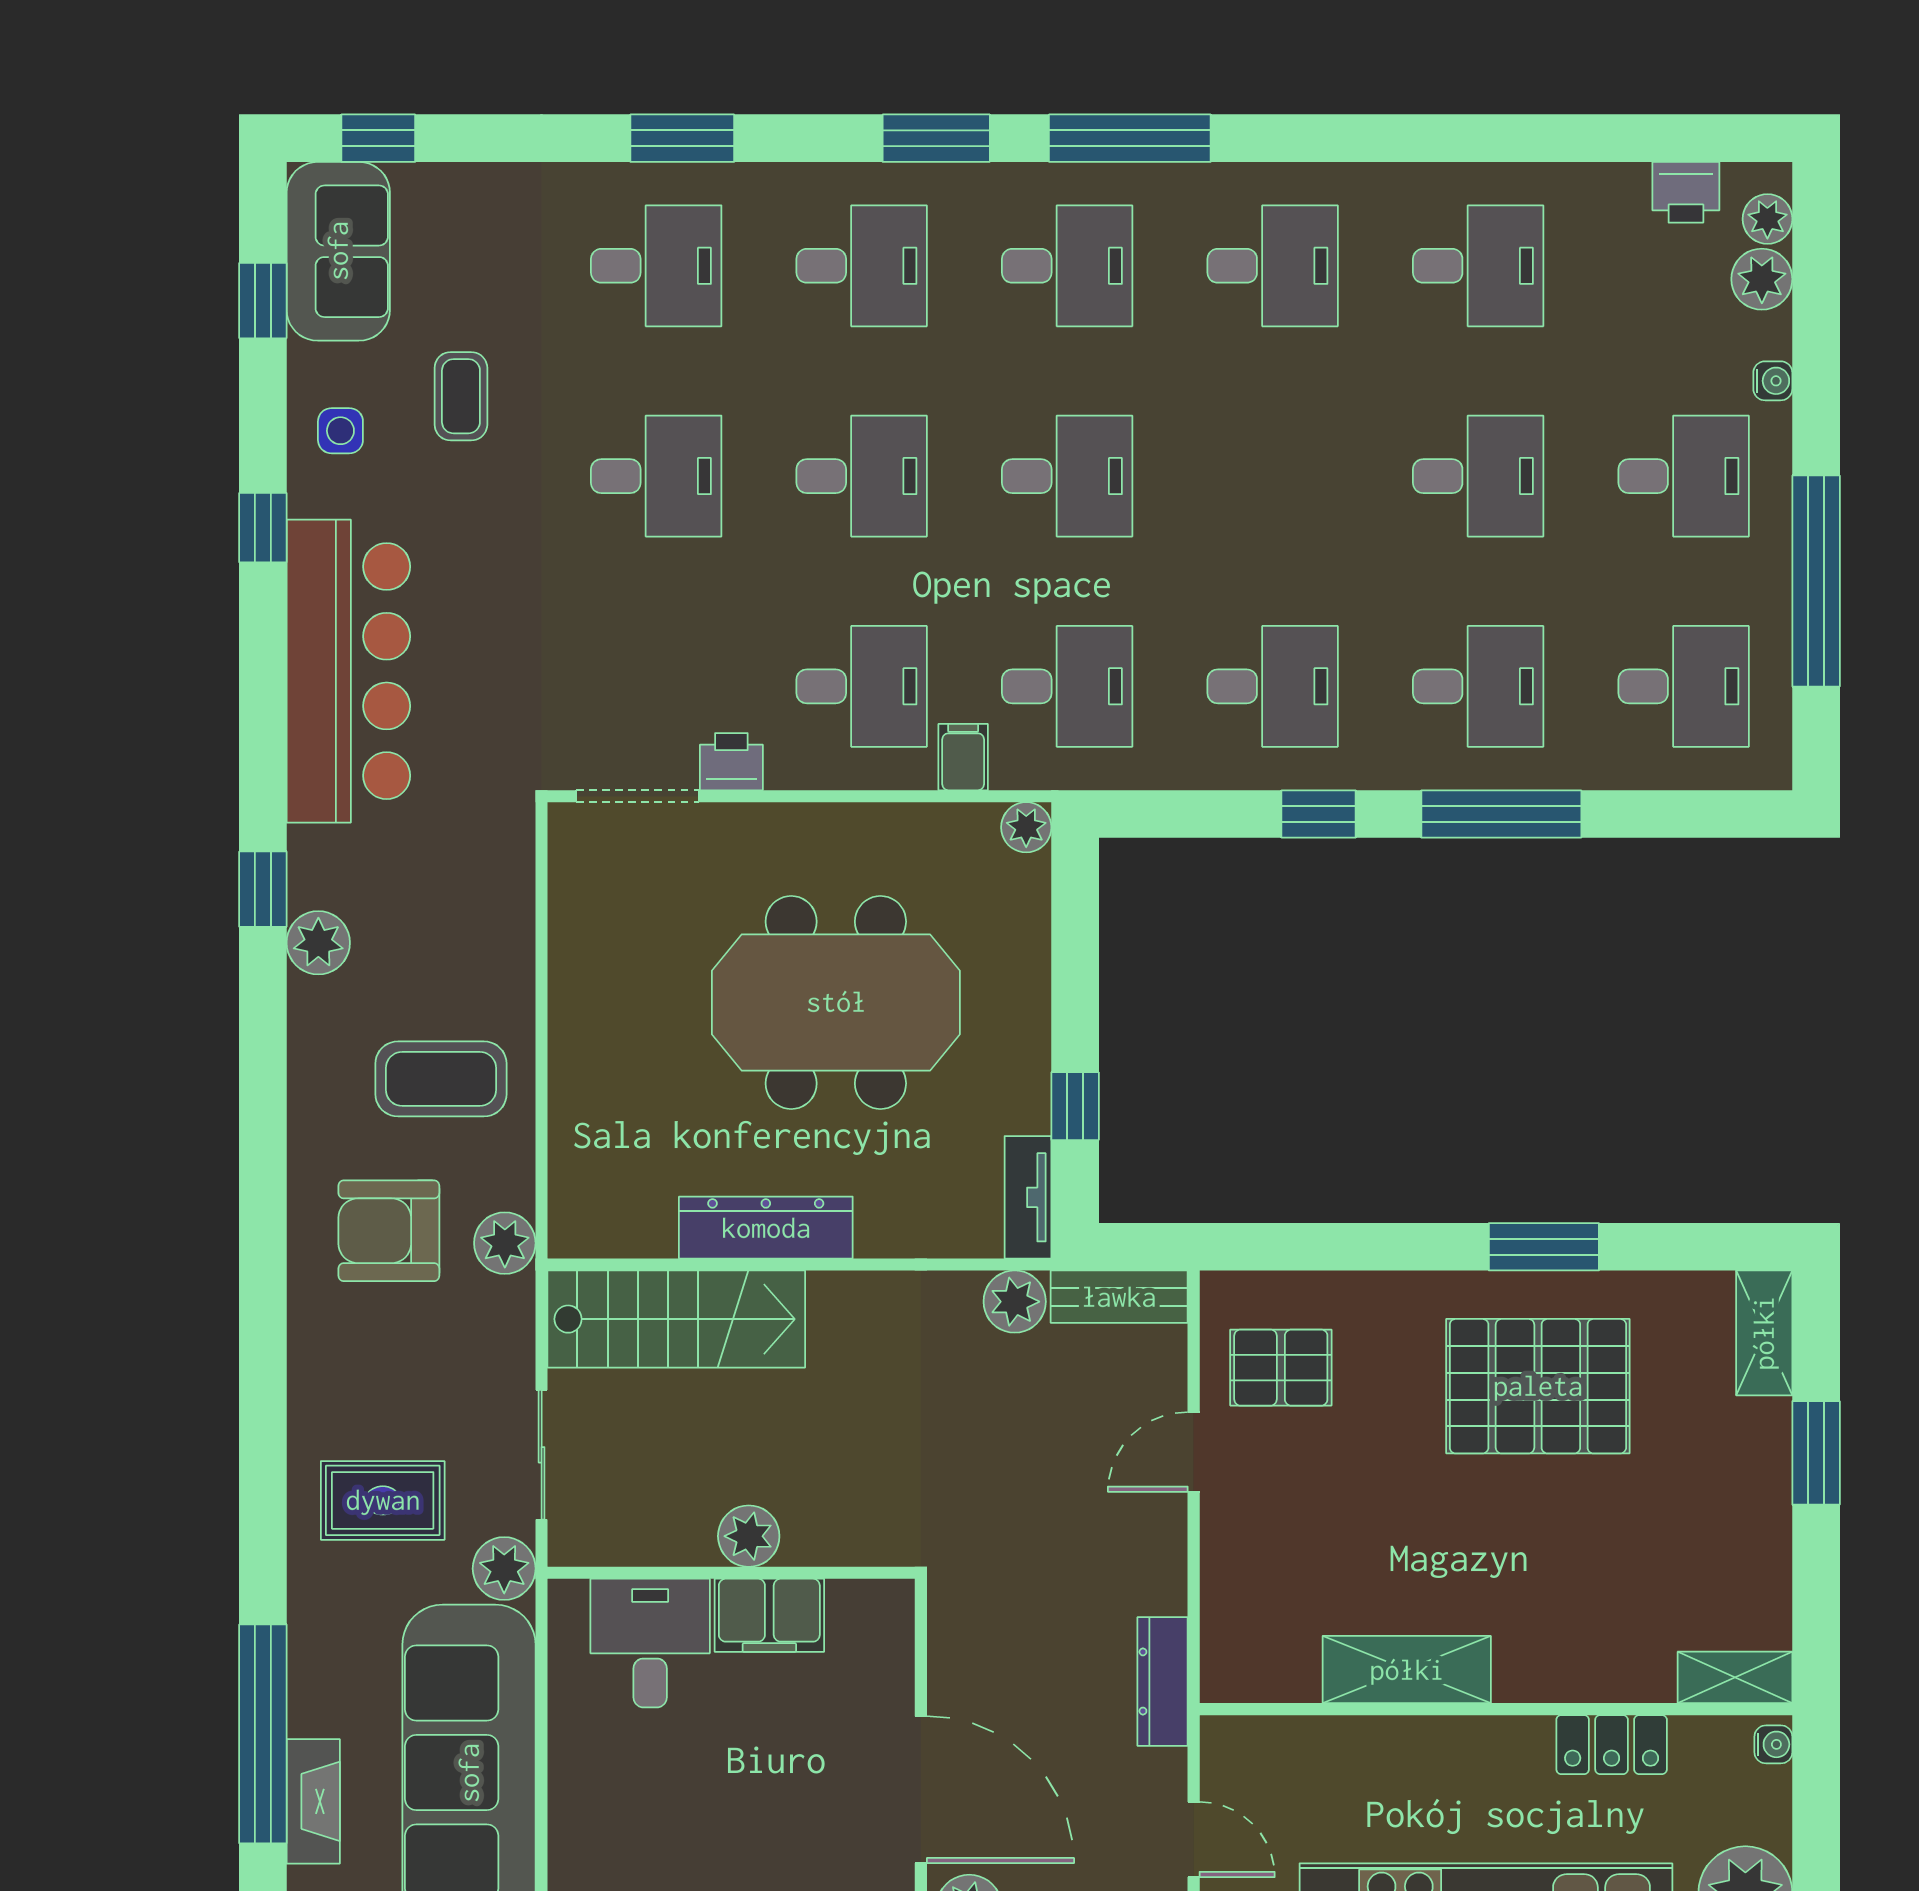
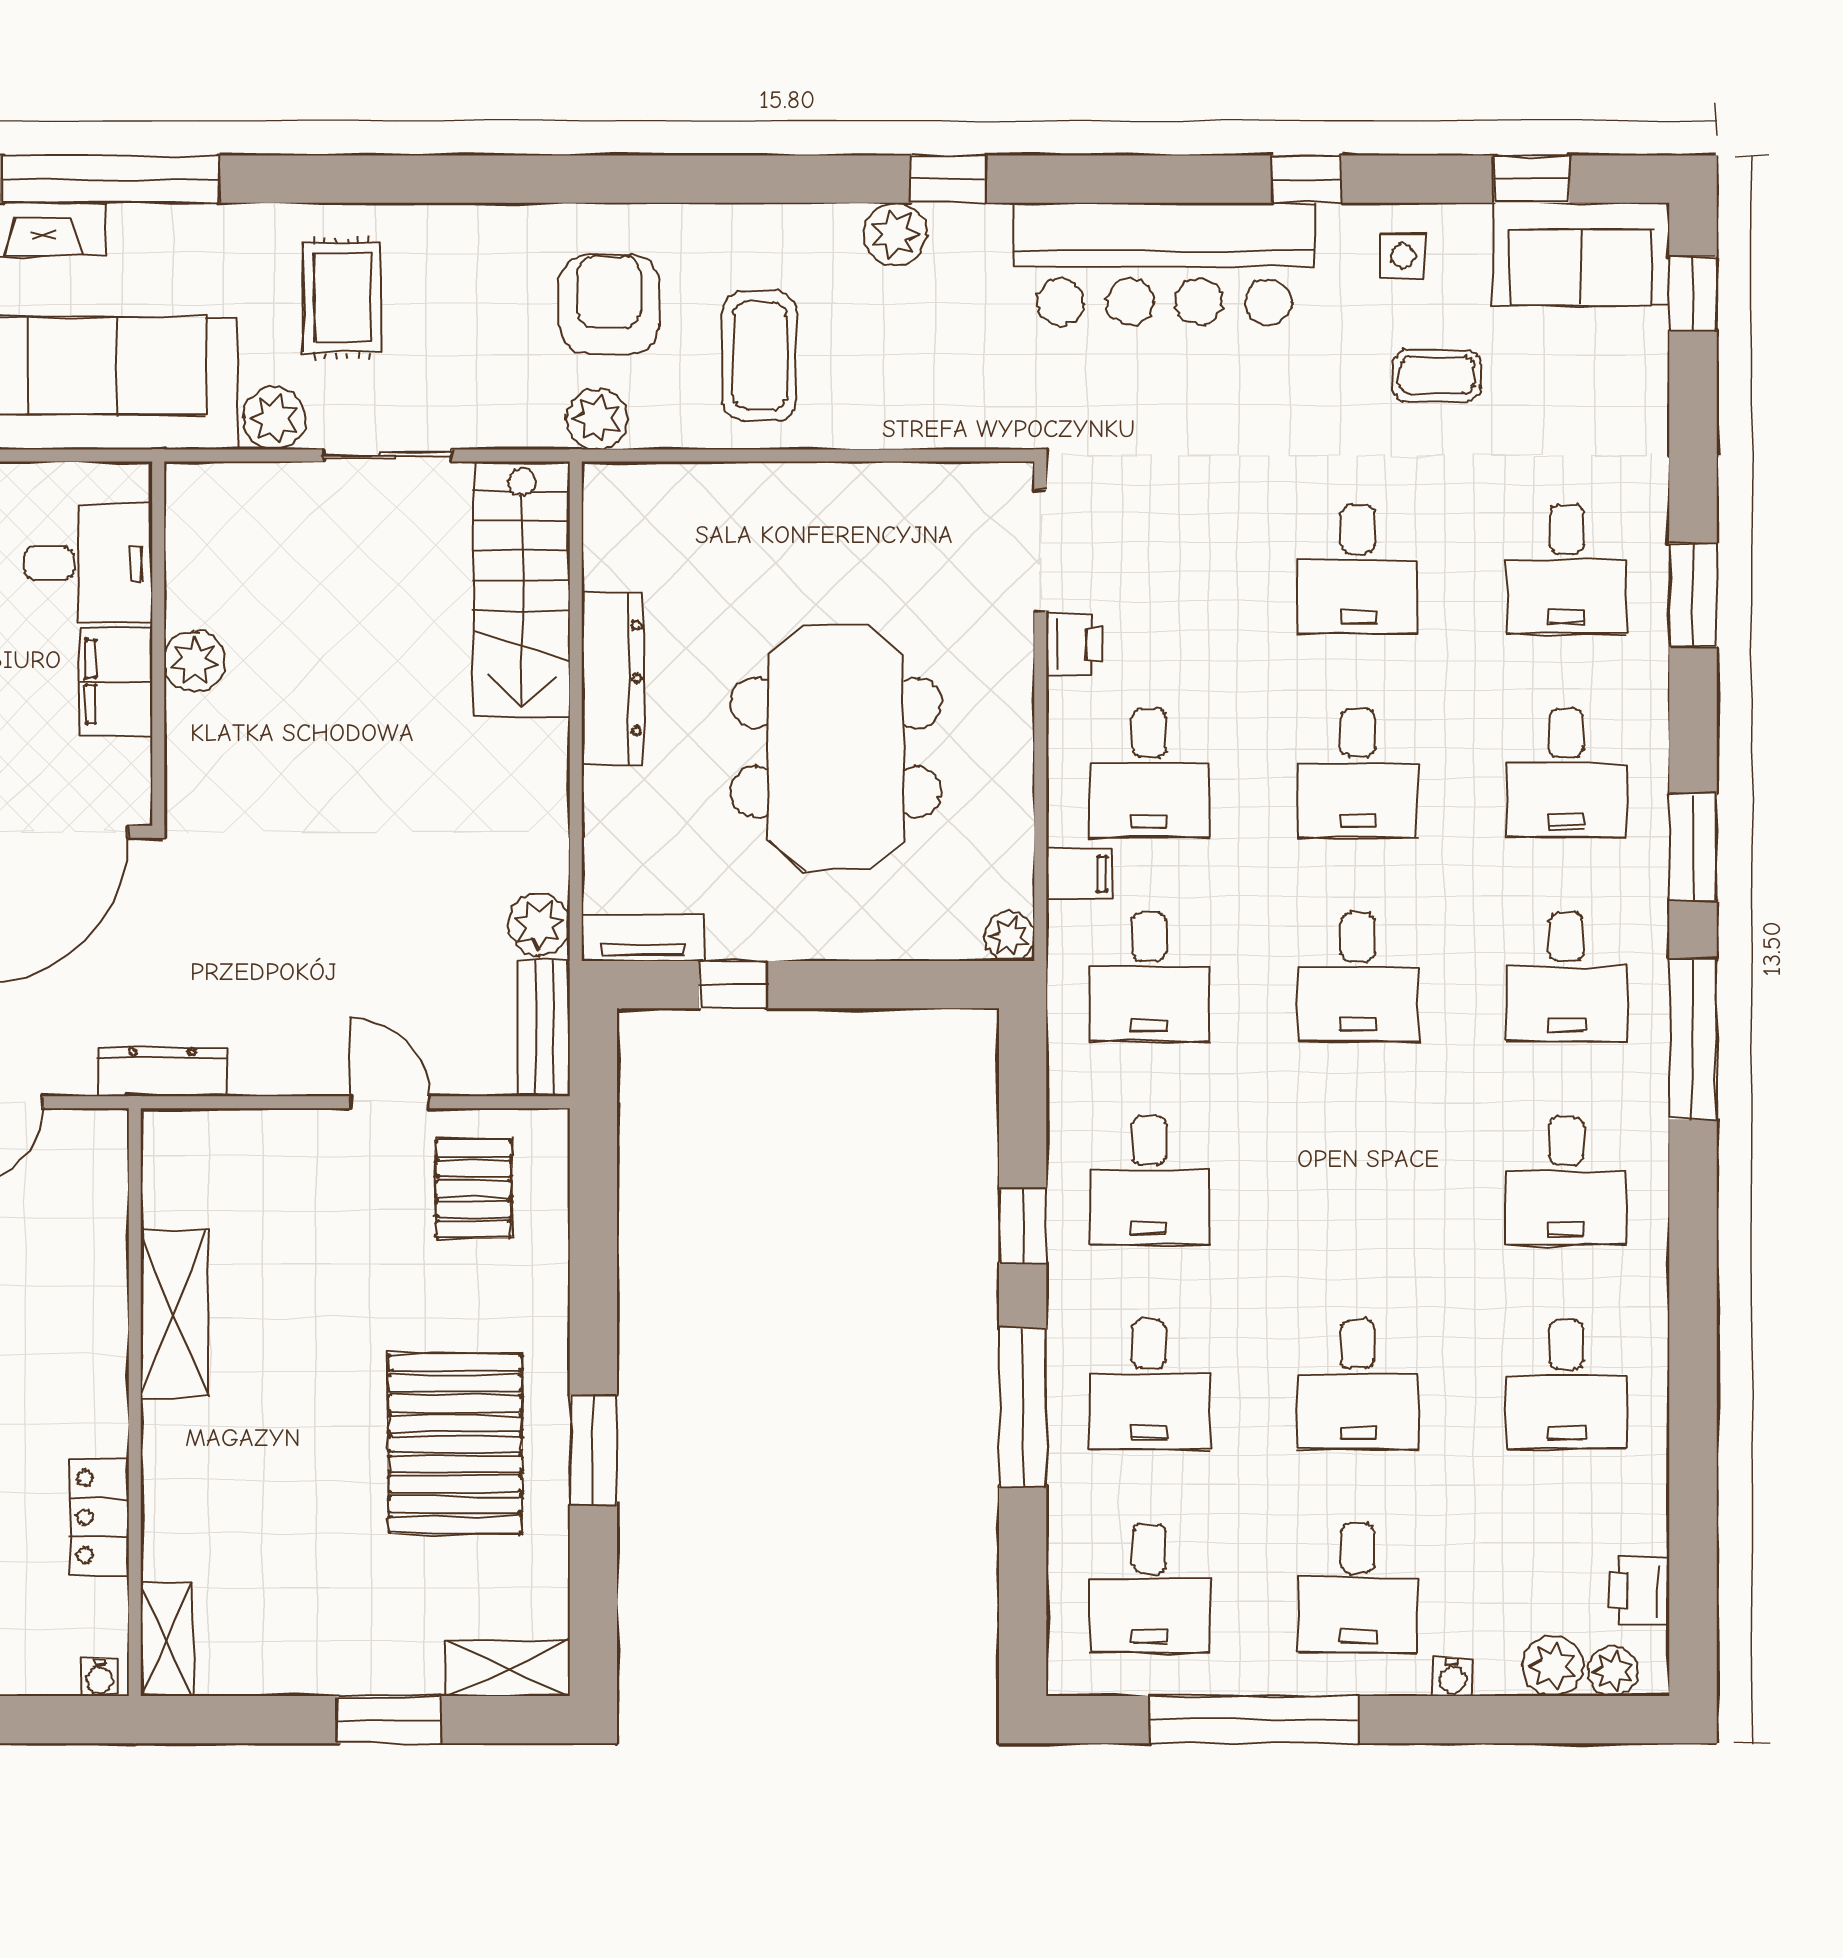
plant: (749, 1536) -> (195, 661), moved
wall: (731, 1573) -> (158, 644), moved
filing cabinet: (769, 1615) -> (116, 681), moved
desk: (650, 1643) -> (89, 563), moved

